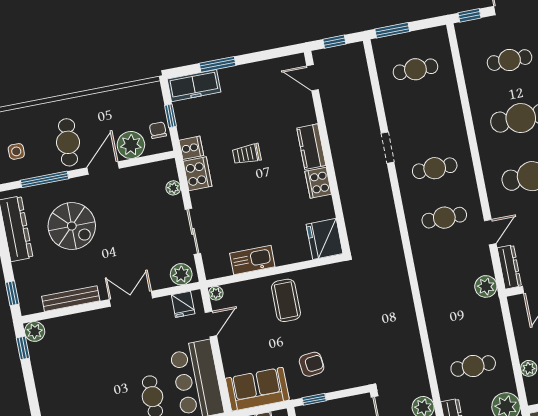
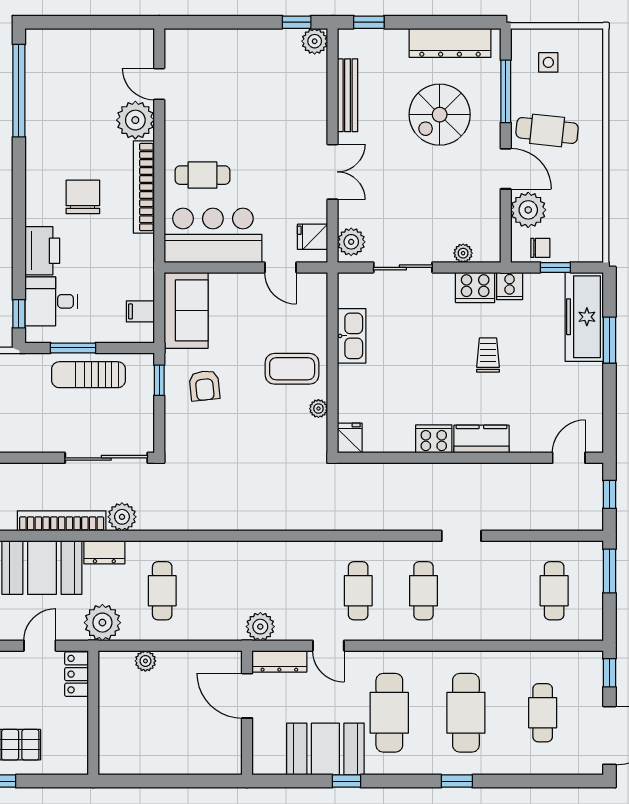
freezer: (194, 86) -> (584, 317), width x1.36, depth x1.26
fridge: (324, 239) -> (350, 438), width x0.53, depth x0.75
plant: (216, 293) -> (318, 409), moved

